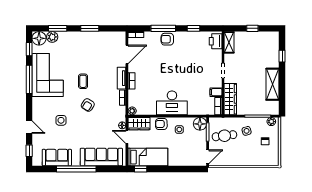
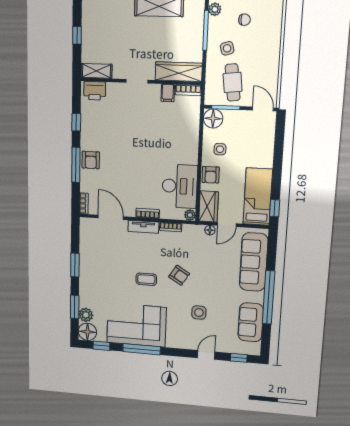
desk: (172, 103) -> (180, 186), moved

